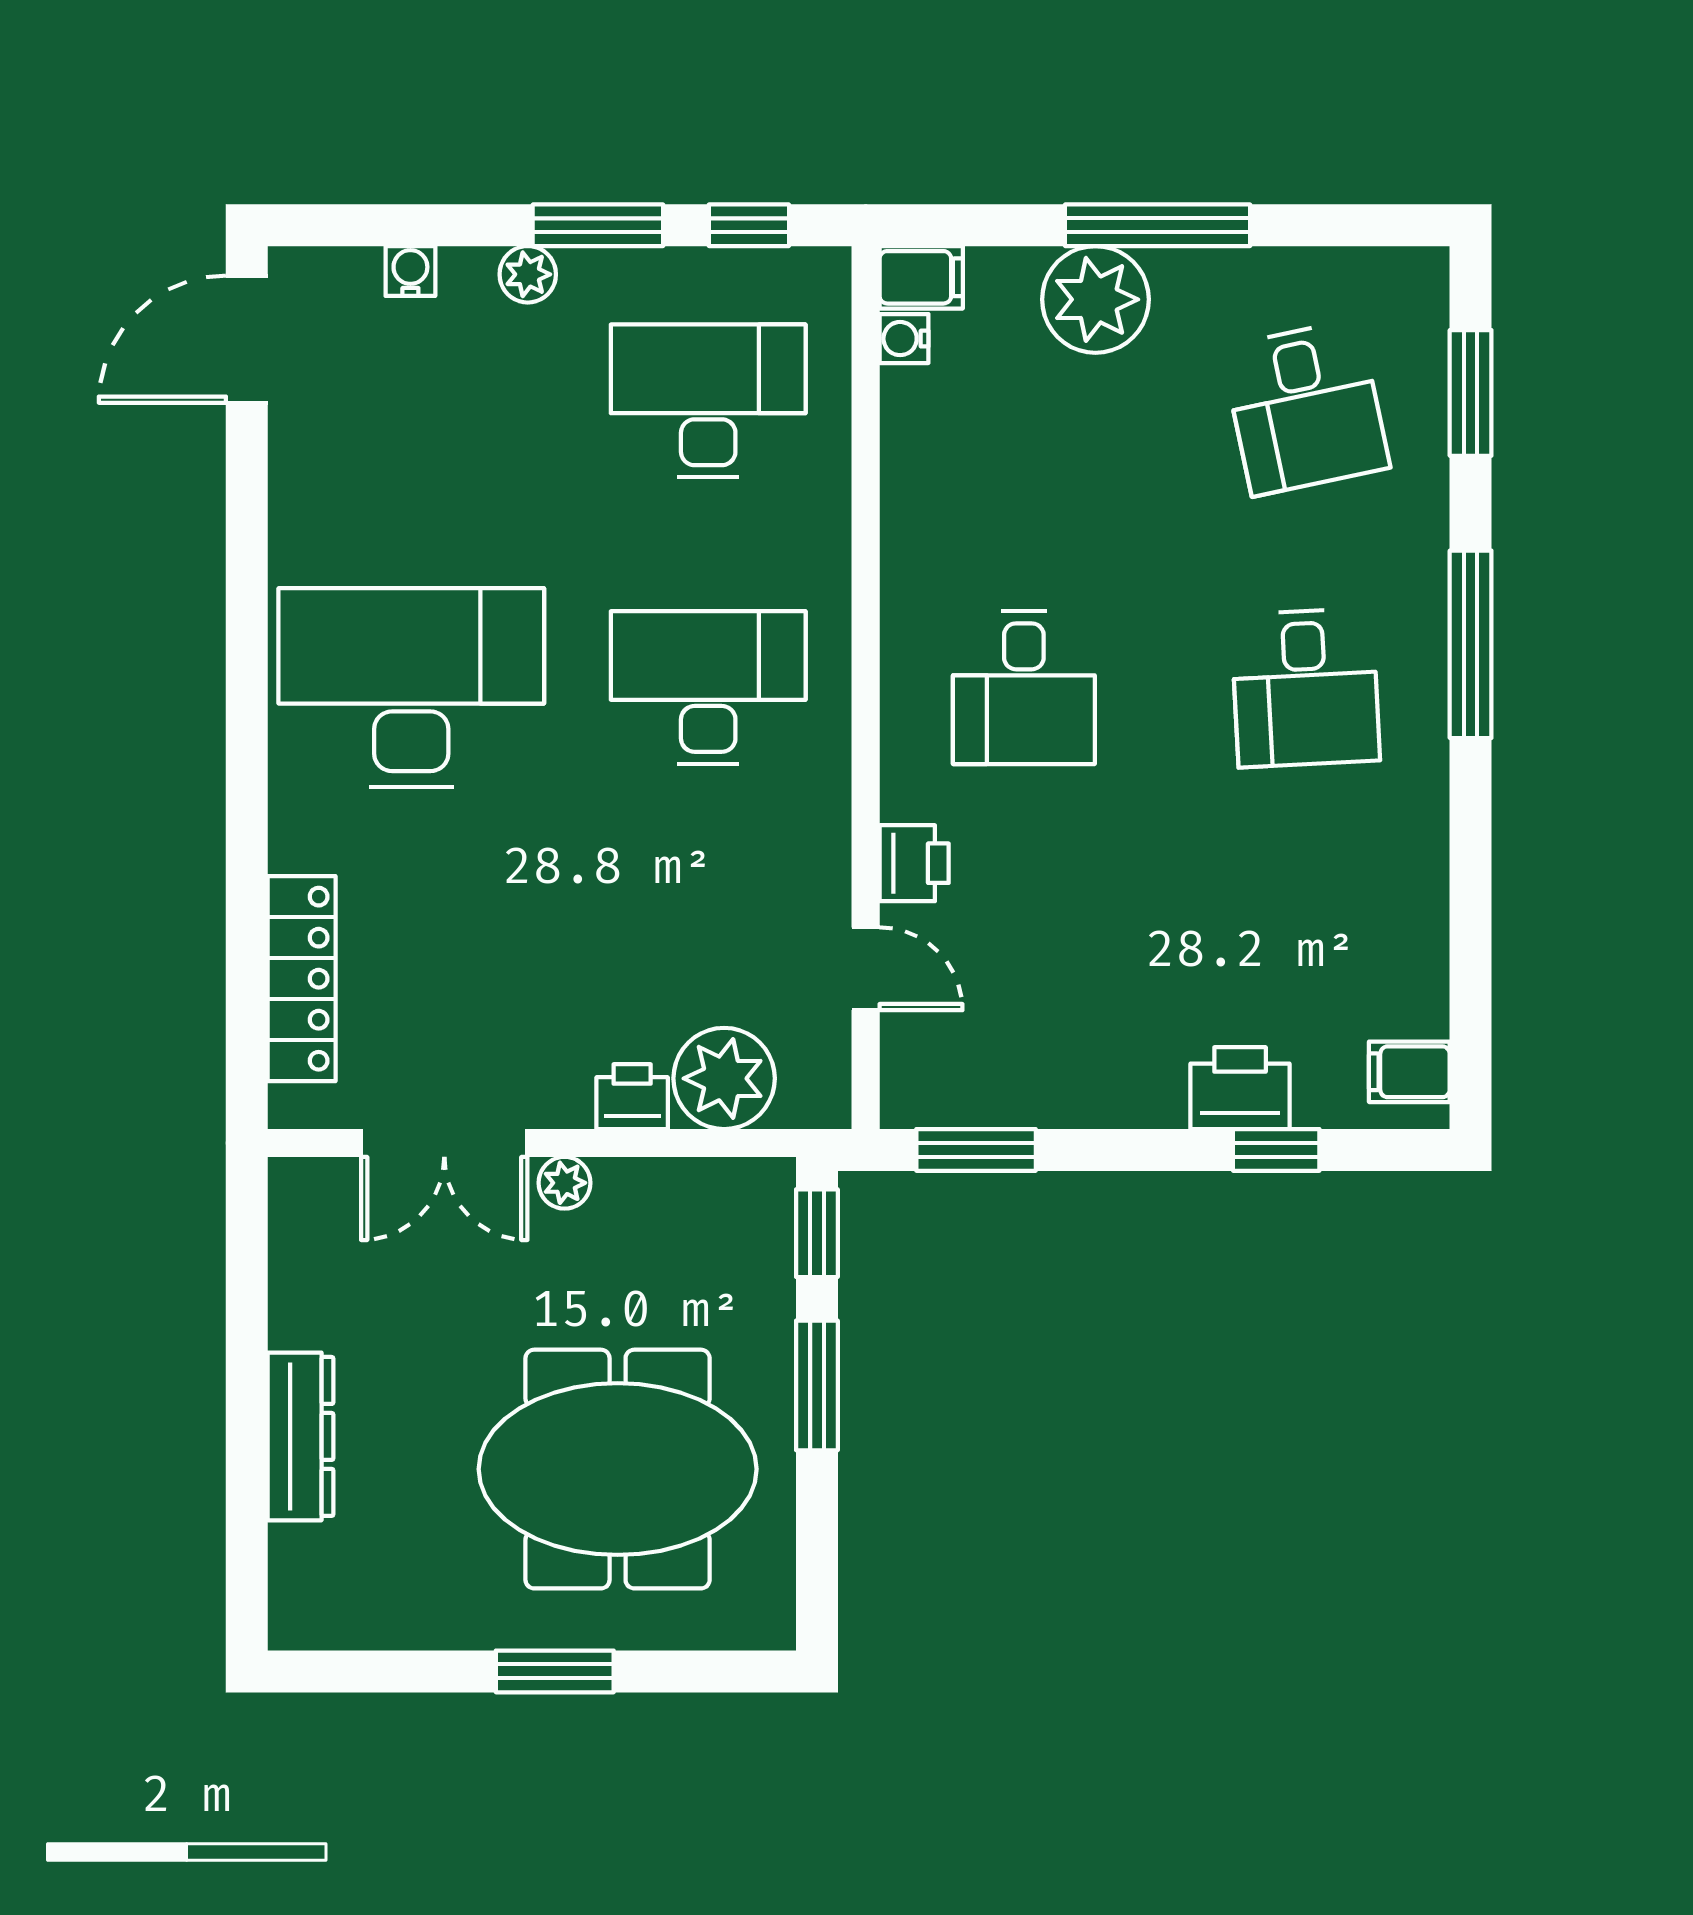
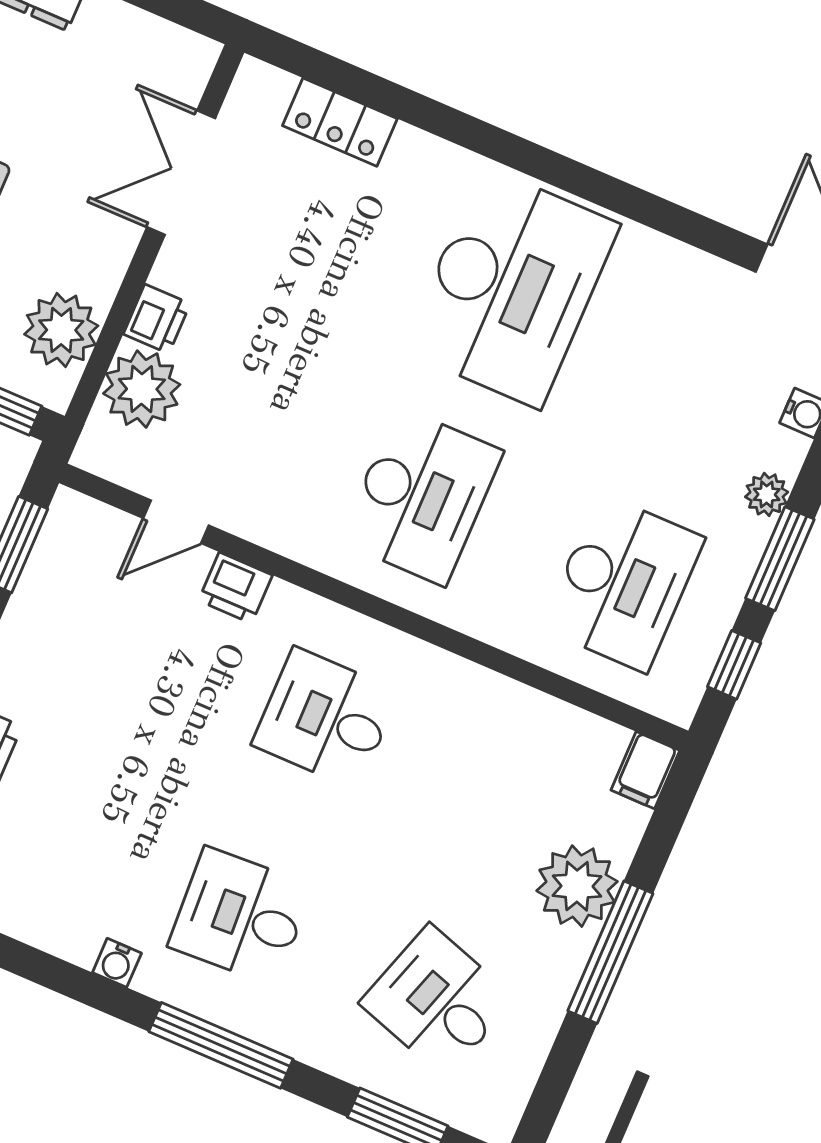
water cooler: (904, 339) -> (117, 963), moved, turned 180
desk: (1305, 407) -> (437, 1001), turned 30
locker: (302, 979) -> (340, 122), width x0.66
plant: (565, 1183) -> (61, 330), moved, width x1.88, depth x1.88

